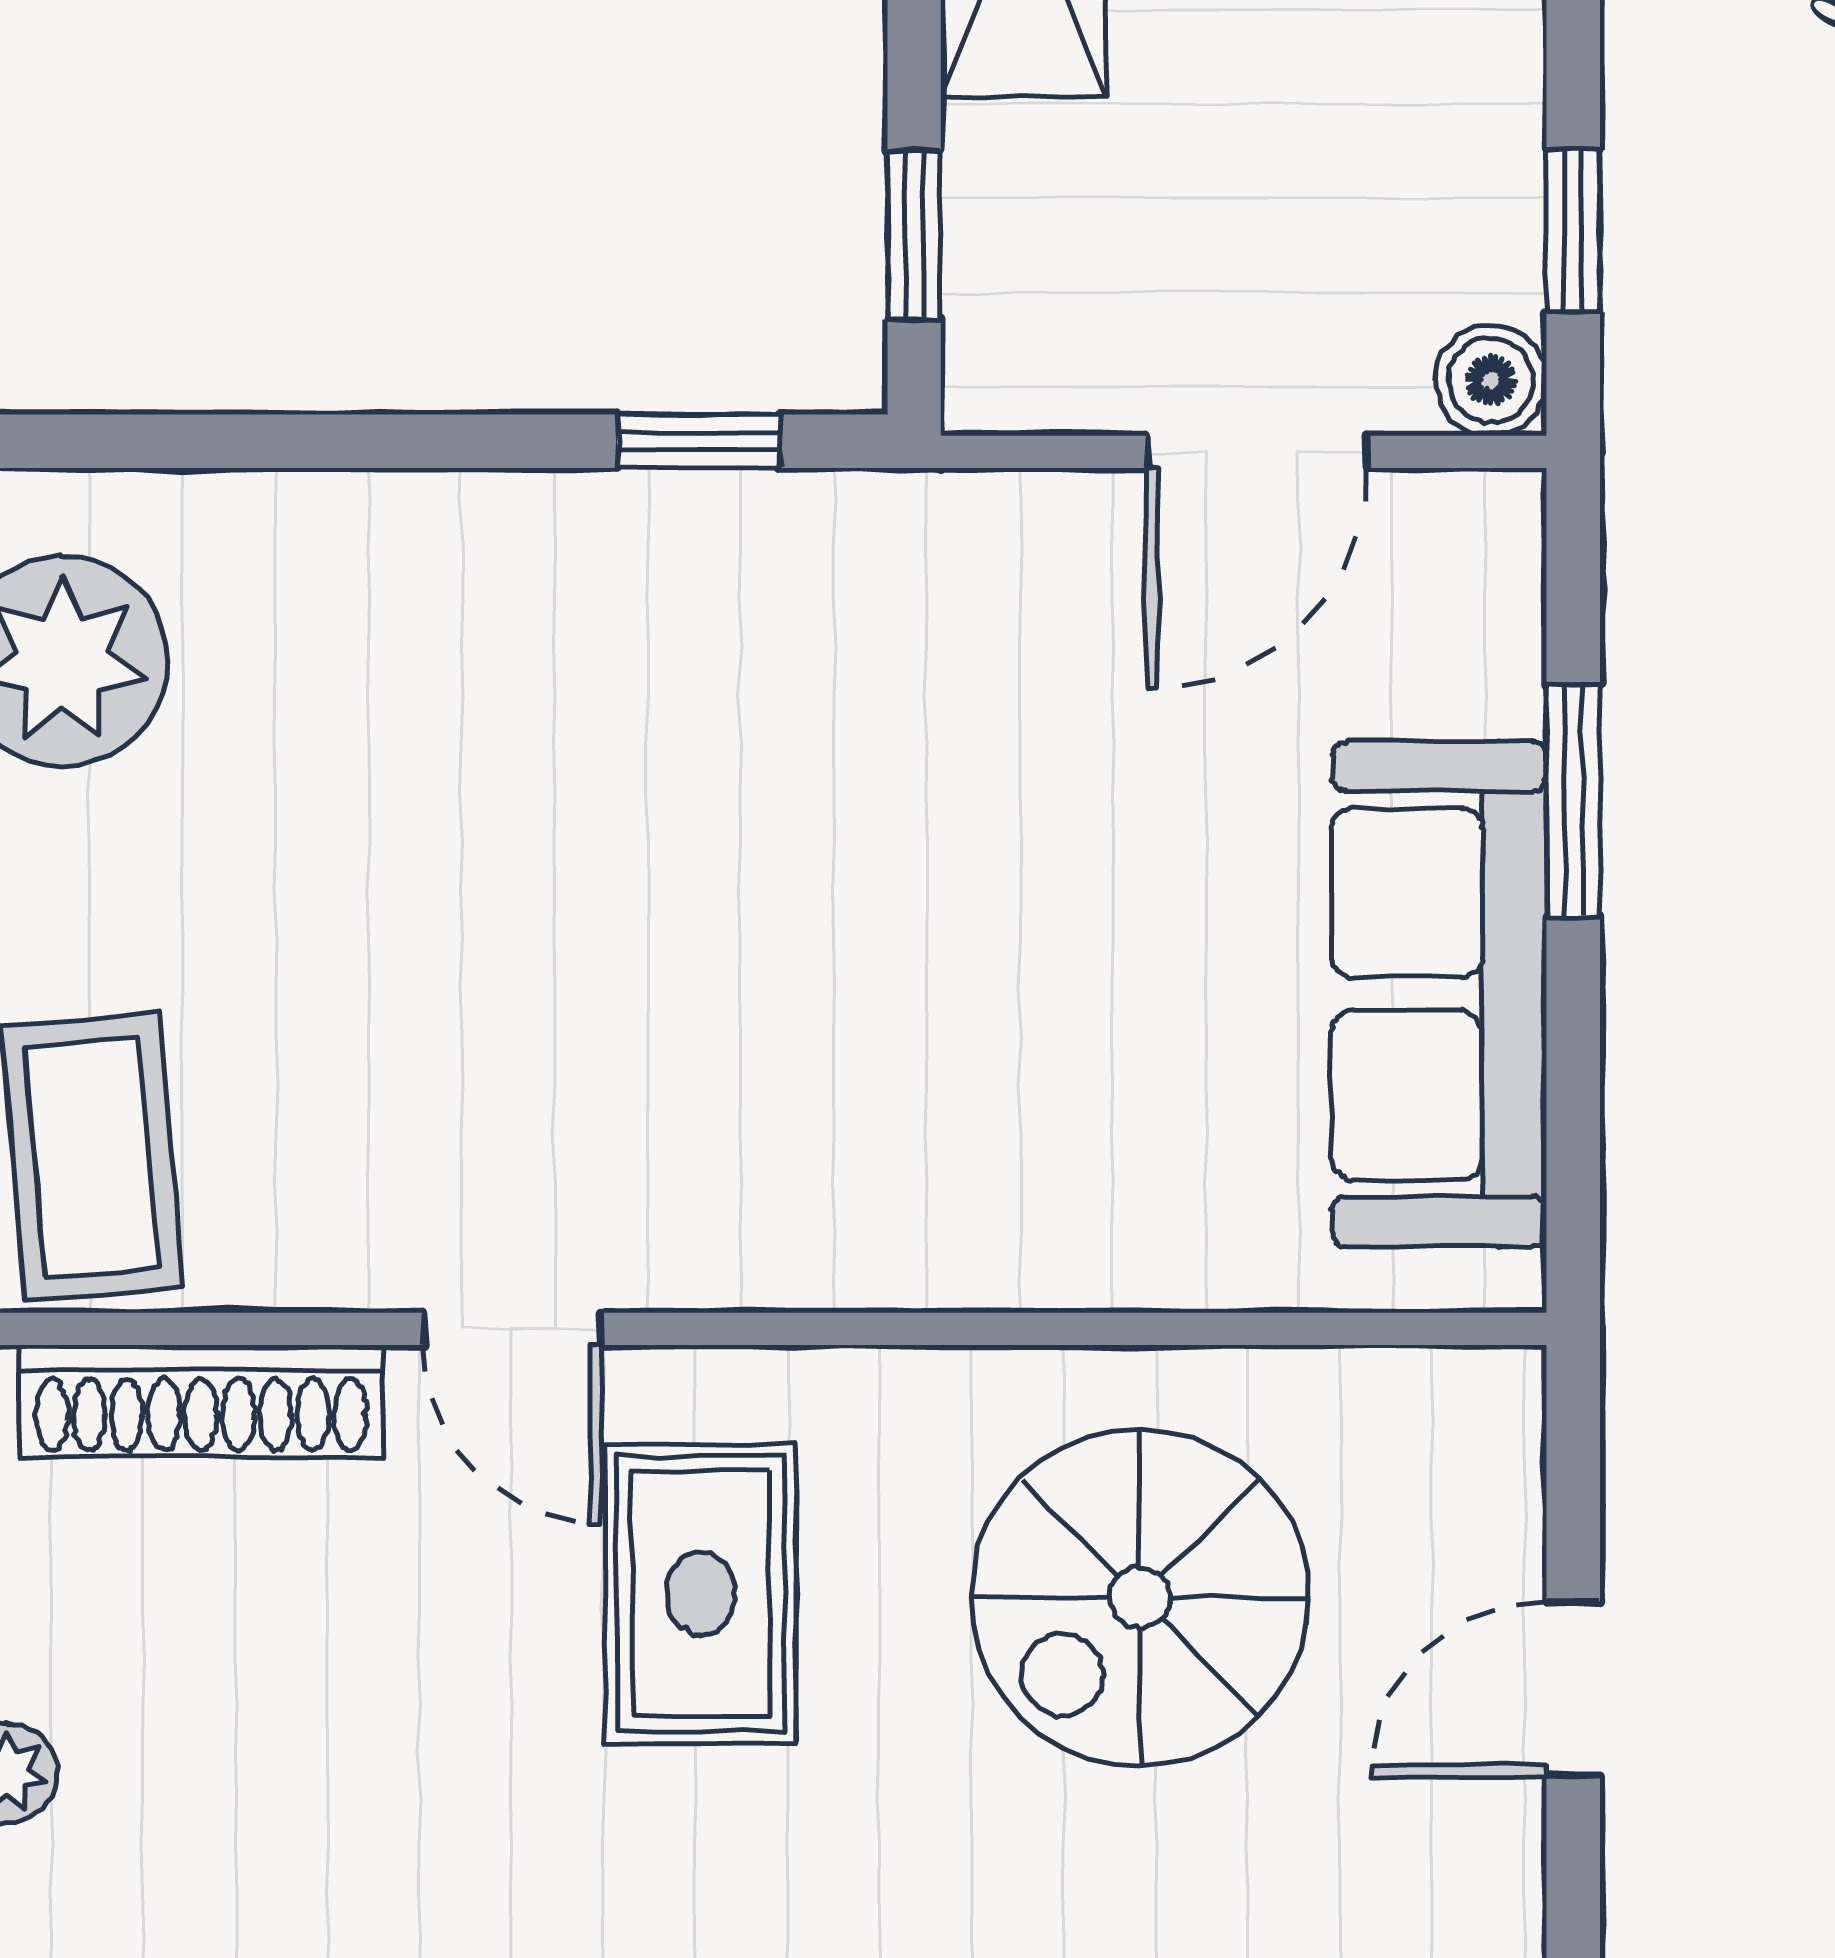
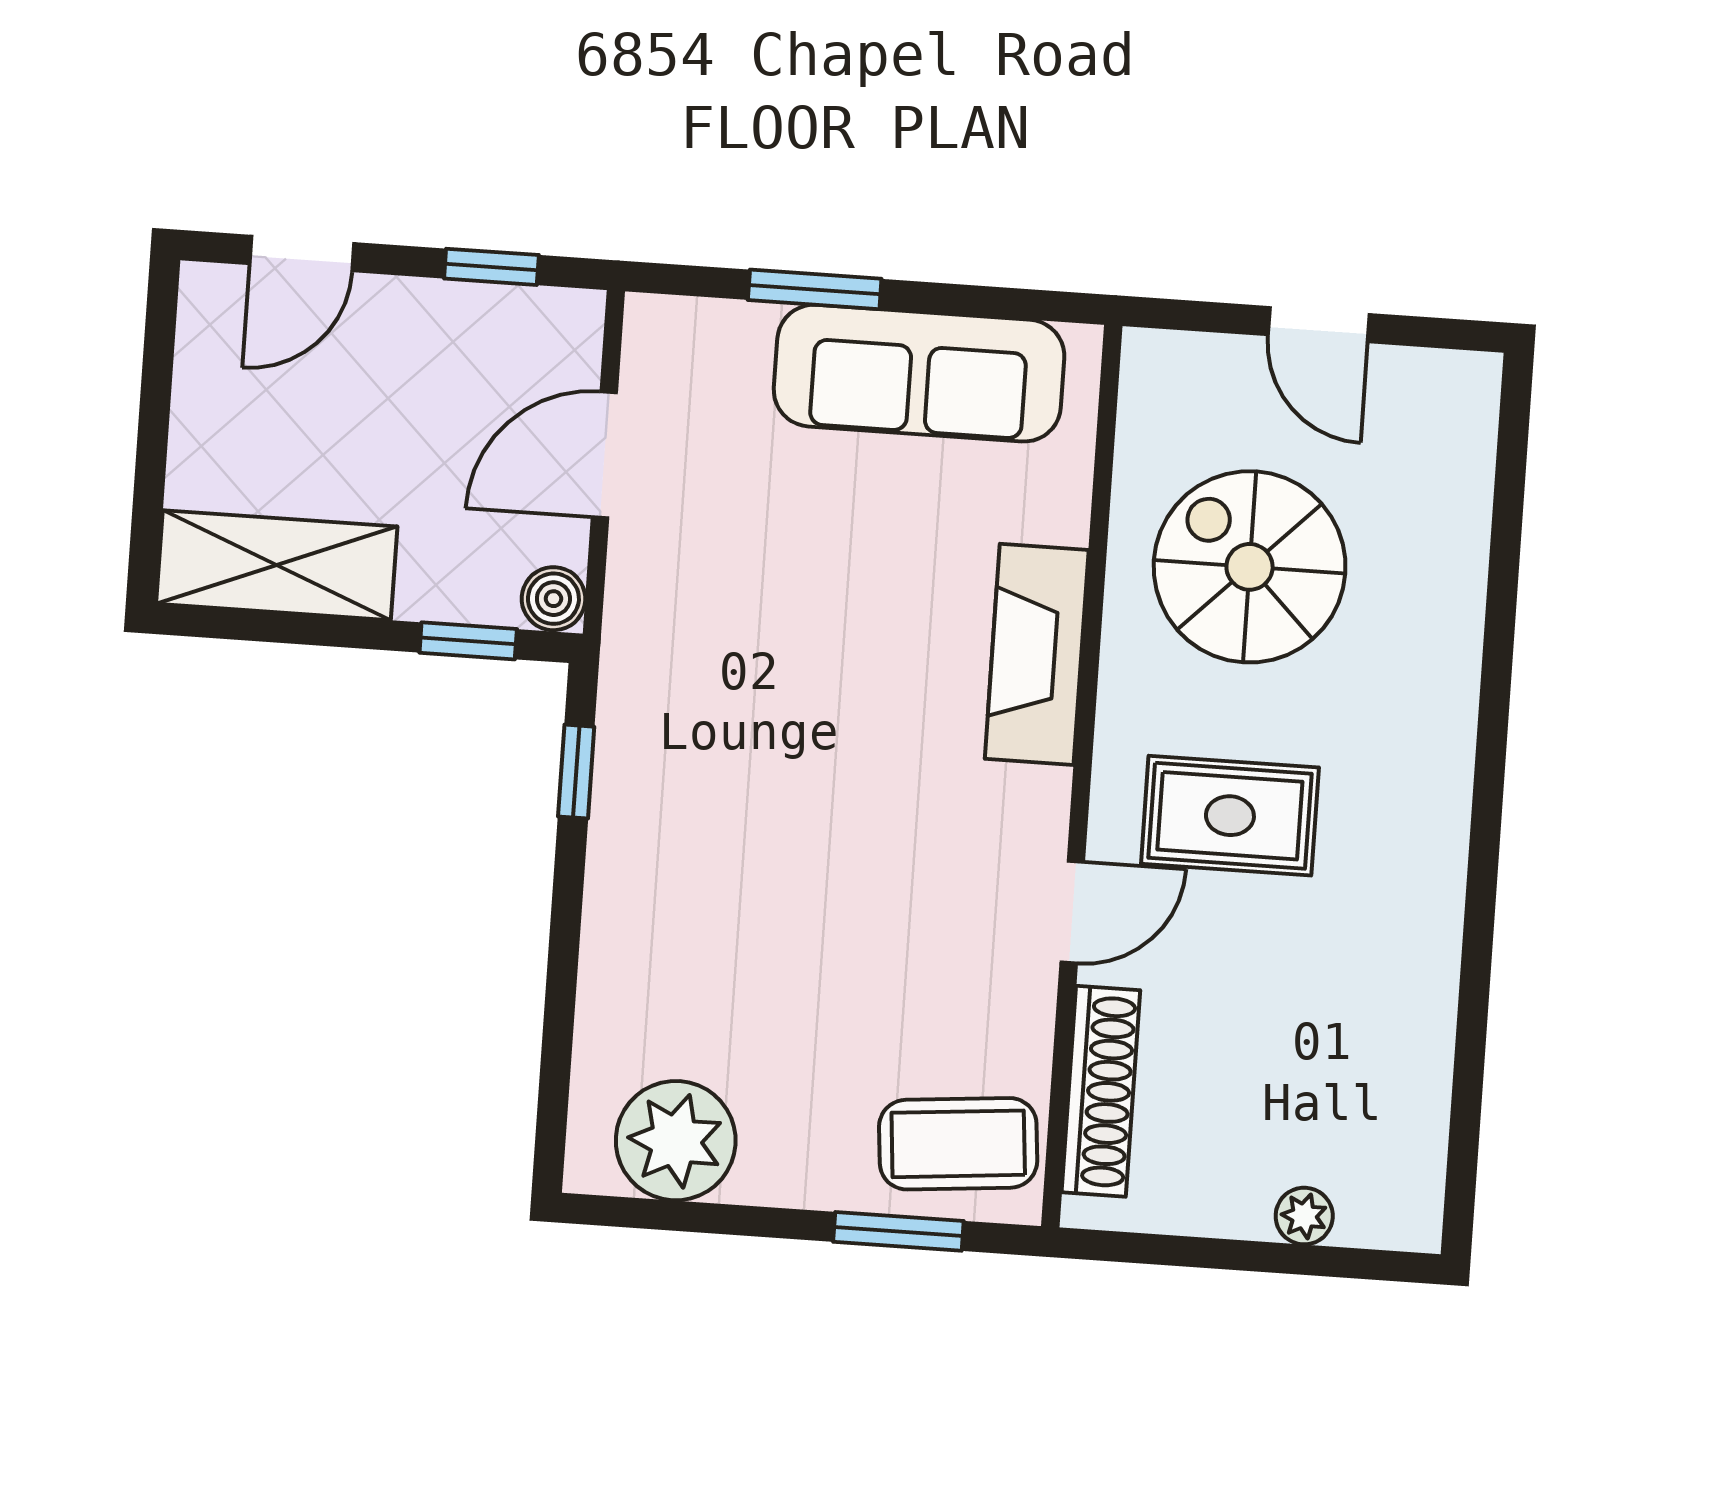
boiler: (1491, 380) -> (553, 599), moved
door: (1257, 452) -> (604, 455), swing flipped
fireplace: (960, 1235) -> (1037, 654), added
spiral stairs: (1140, 1598) -> (1250, 567), turned 180

